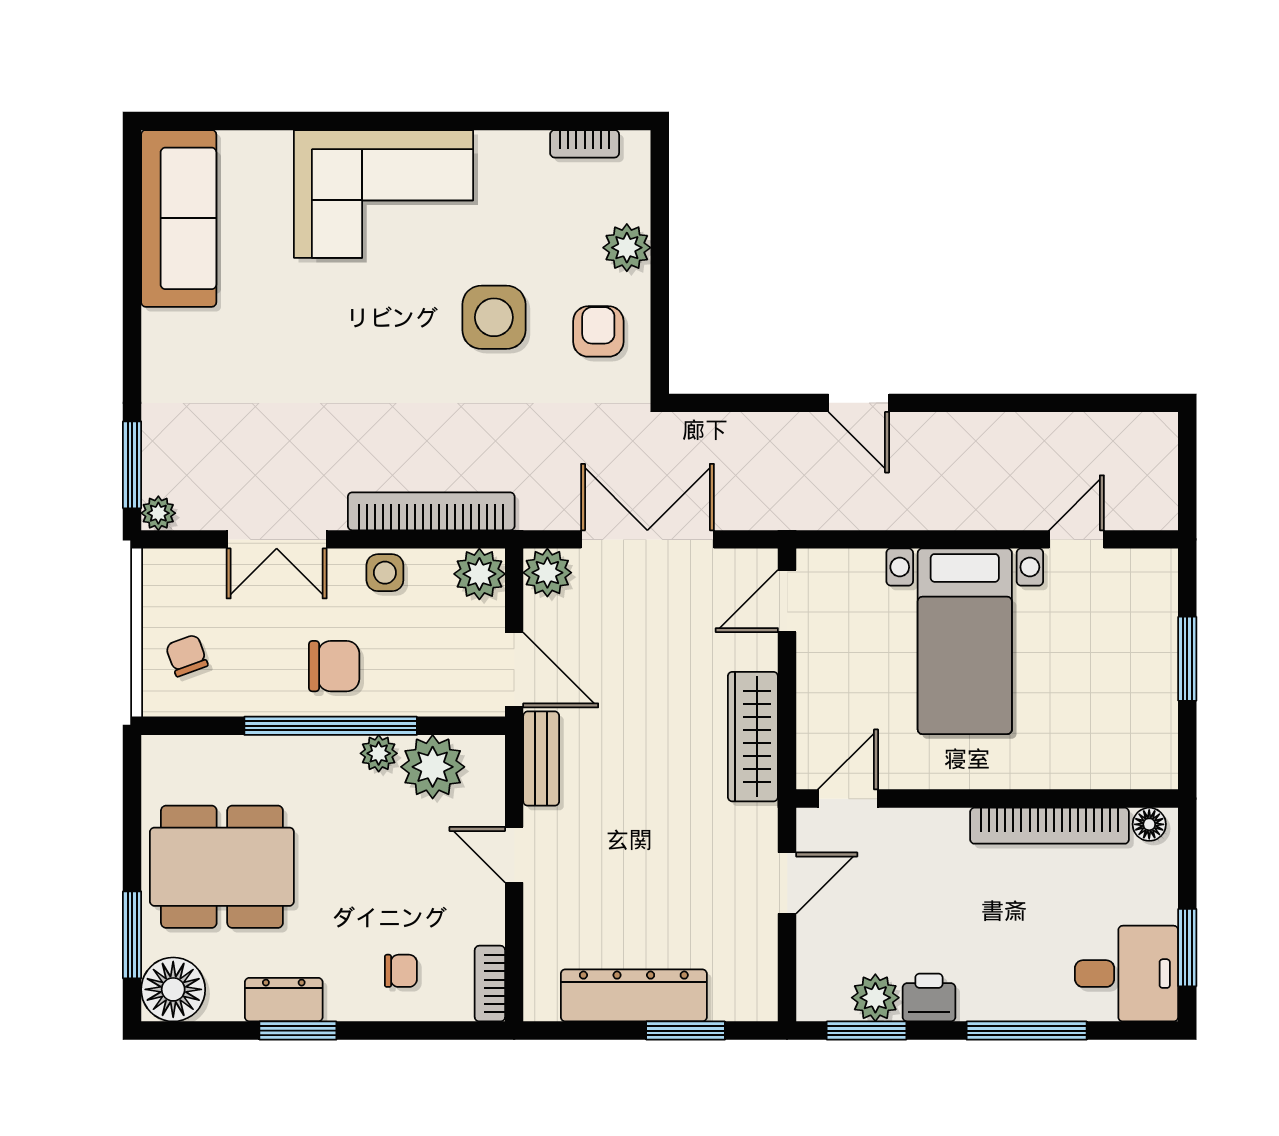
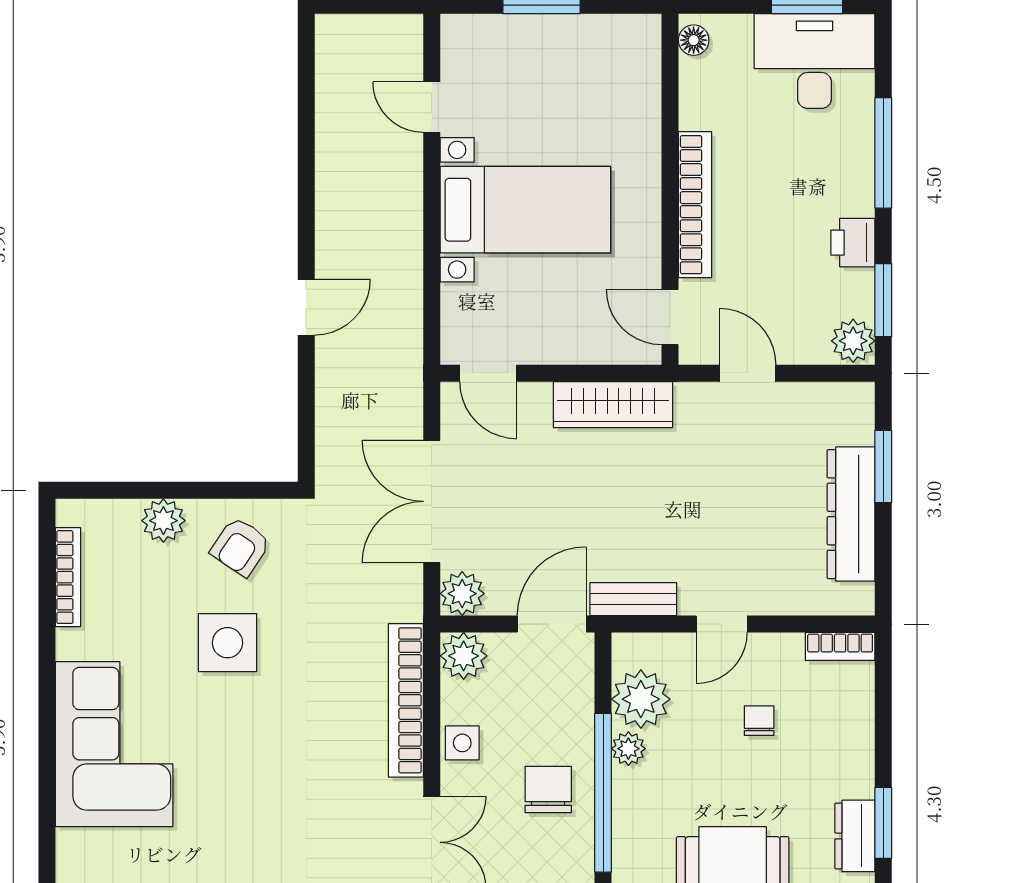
bookcase: (585, 144) -> (68, 577), width x1.56
armchair: (598, 331) -> (241, 547), turned -56
bookcase: (1050, 826) -> (695, 205), moved
chair: (401, 971) -> (759, 721), moved
desk: (1127, 974) -> (815, 61), width x1.37
plant: (875, 998) -> (853, 341), moved

